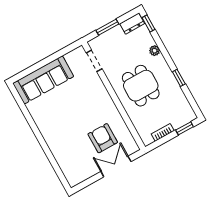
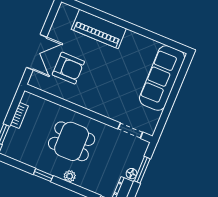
floor lamp: (117, 30) -> (132, 174), added
plant: (155, 51) -> (70, 176), moved
piano: (60, 149) -> (99, 29), added

